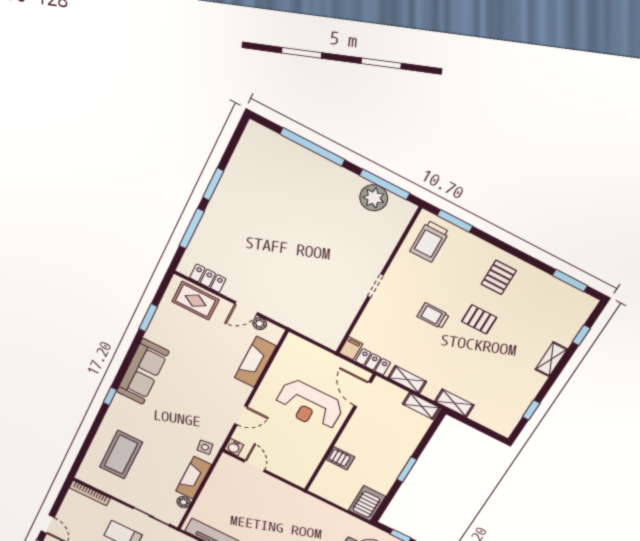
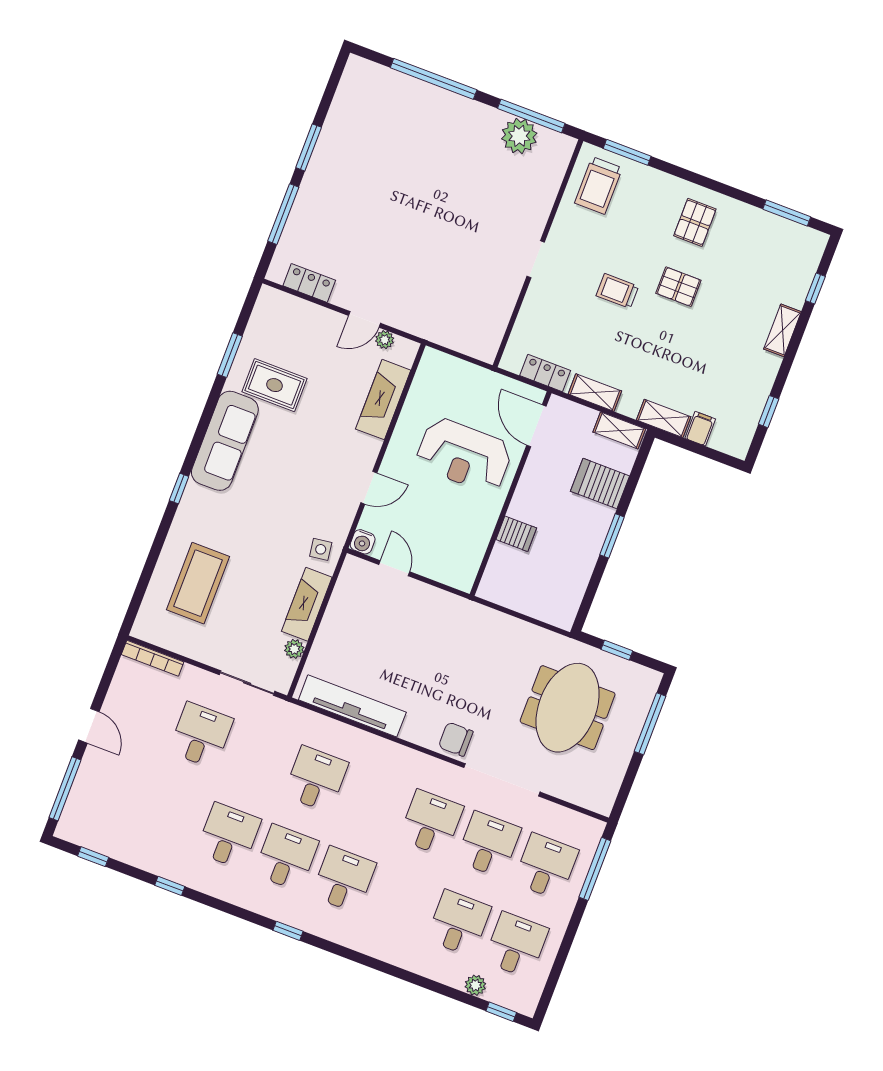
rug: (196, 301) -> (274, 385), moved
filing cabinet: (351, 348) -> (700, 429), moved
server rack: (367, 503) -> (600, 484), moved, turned -90

